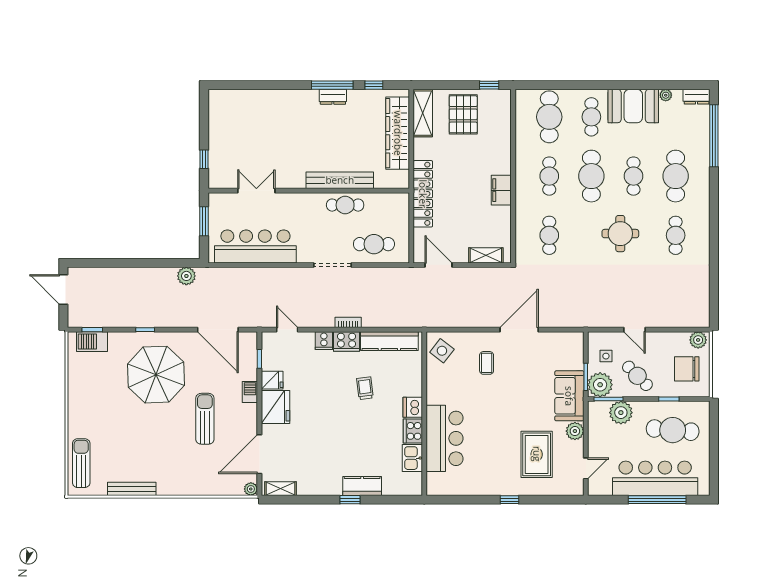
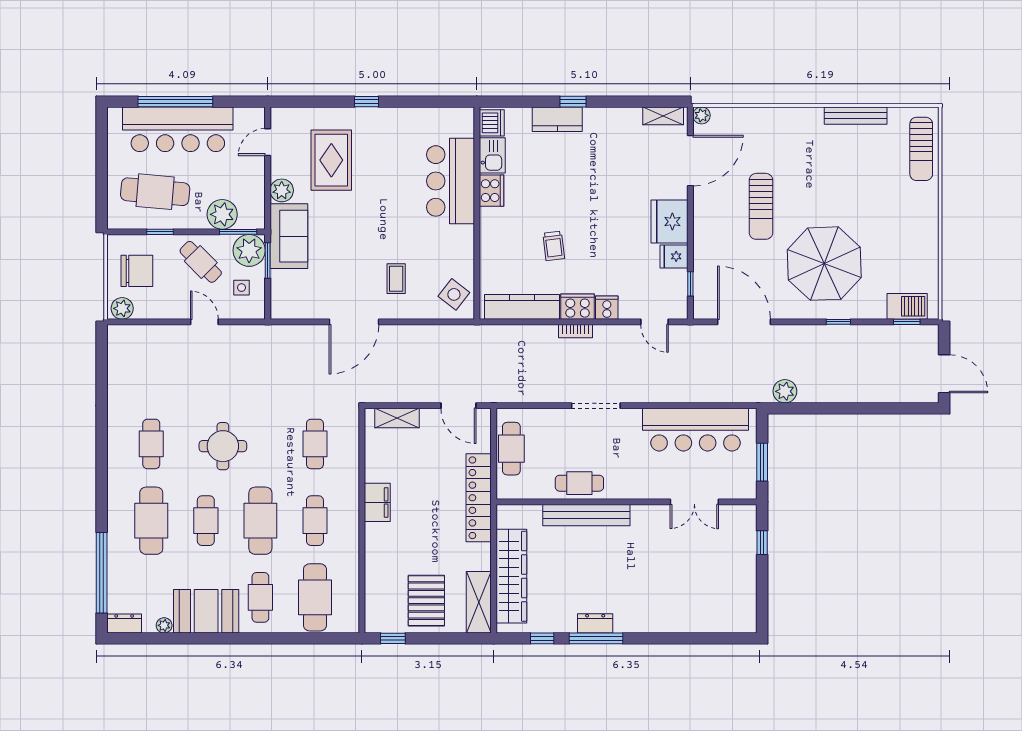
cafe table: (374, 244) -> (511, 449), moved, turned 90
barbecue: (250, 392) -> (703, 241), removed
dishwasher: (413, 407) -> (492, 123), moved

